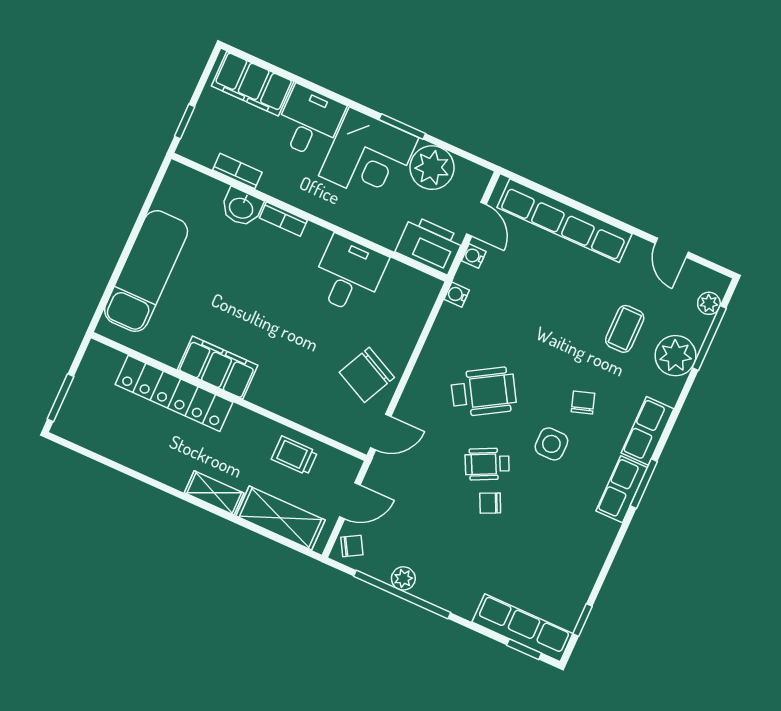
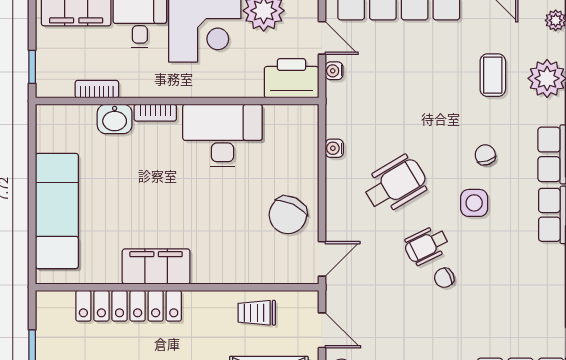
desk: (349, 275) -> (222, 135), width x1.37
water cooler: (457, 295) -> (334, 148), moved
door: (350, 501) -> (322, 330), hinge flipped

